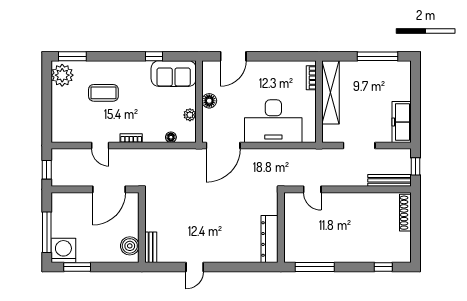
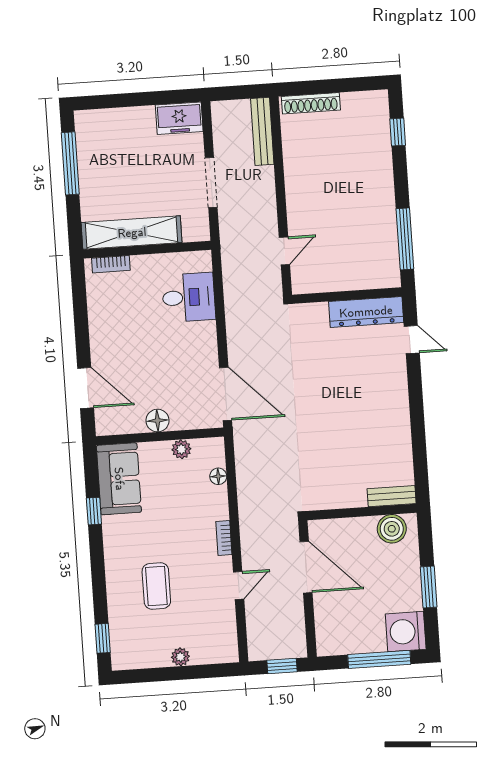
window: (72, 56) -> (103, 638), width x0.67
plant: (62, 75) -> (180, 657), moved, width x0.53, depth x0.53
desk: (273, 121) -> (189, 297), width x0.53, depth x0.77
freezer: (402, 122) -> (179, 118), width x0.71
window: (416, 166) -> (238, 92), removed
window: (77, 267) -> (429, 587), moved
door: (195, 267) -> (412, 340), moved

